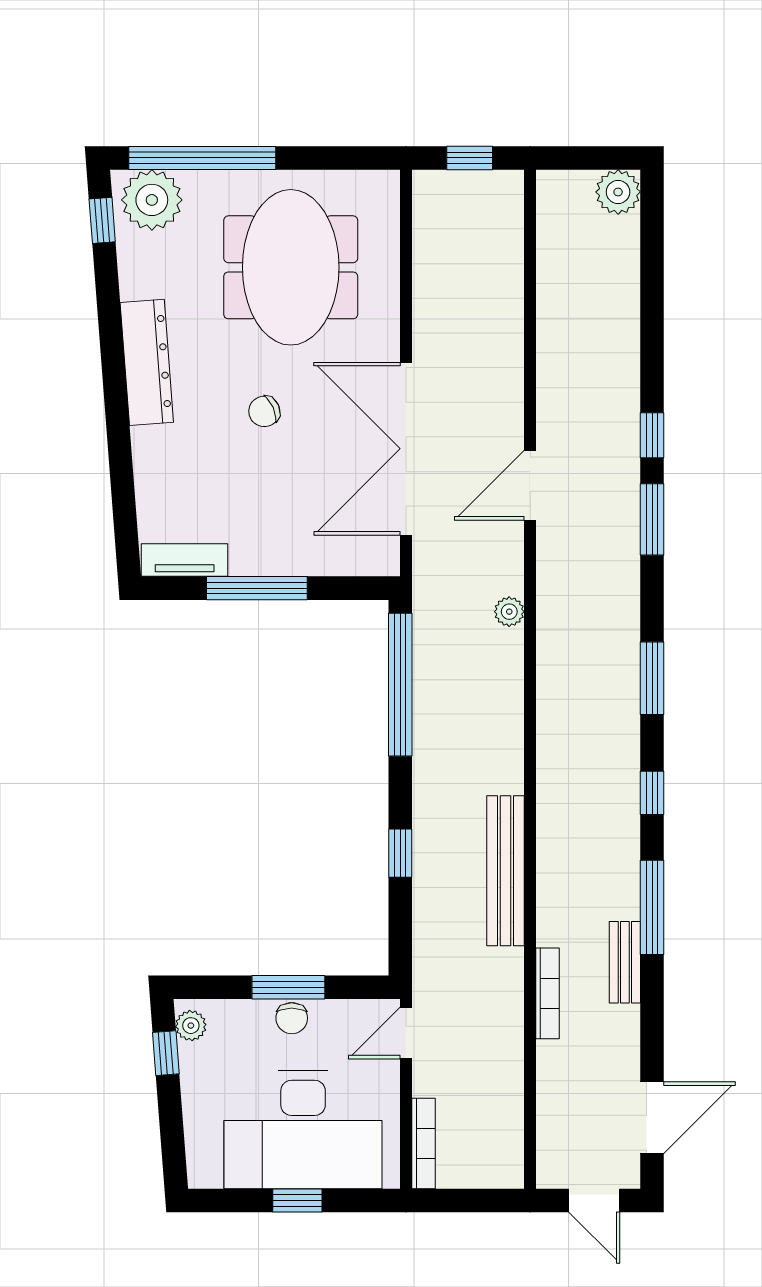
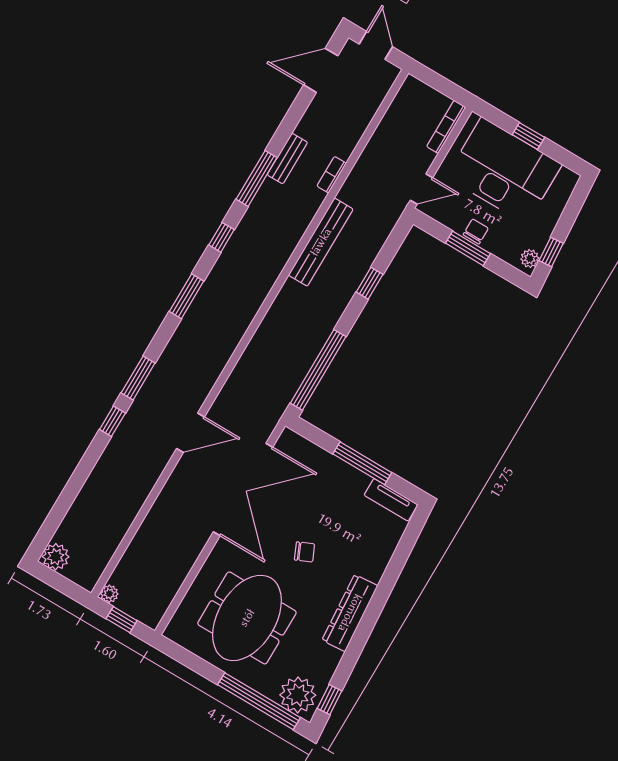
plant: (509, 612) -> (109, 594), moved
bookcase: (547, 993) -> (332, 175), width x0.64

